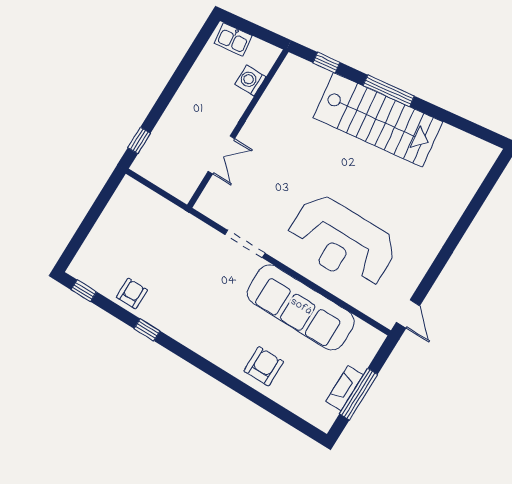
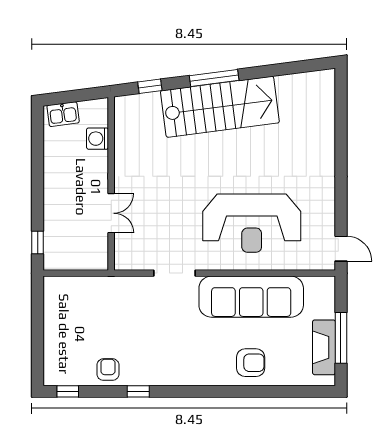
armchair: (264, 366) -> (251, 363), turned 90
fireplace: (345, 388) -> (324, 347), width x1.37, depth x1.32

